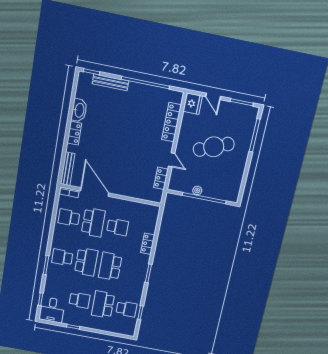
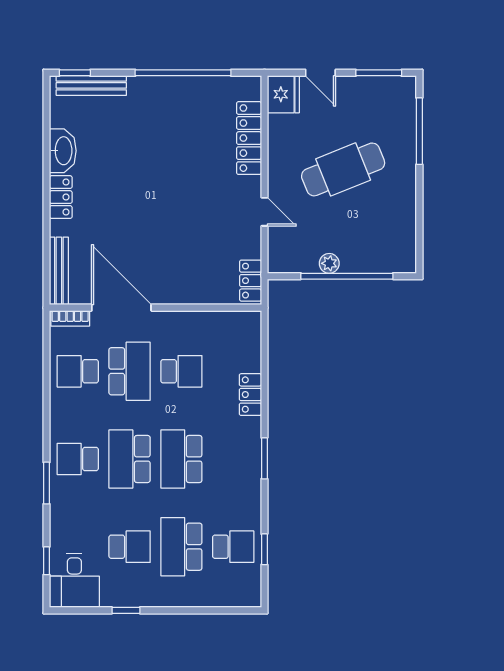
bench: (110, 82) -> (91, 85), moved
locker: (161, 178) -> (251, 281), moved
school desk: (86, 262) -> (130, 459), turned 180

